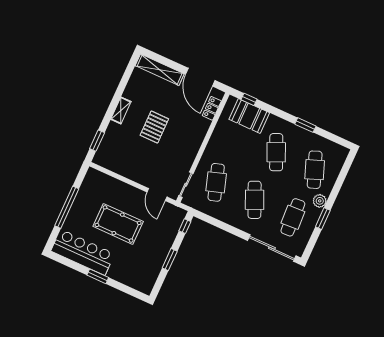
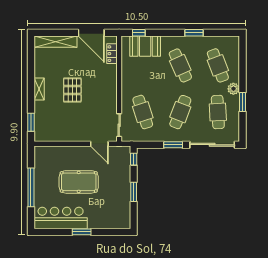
cafe table: (255, 200) -> (180, 112), turned 45
window: (232, 230) -> (173, 145), added

